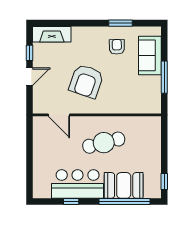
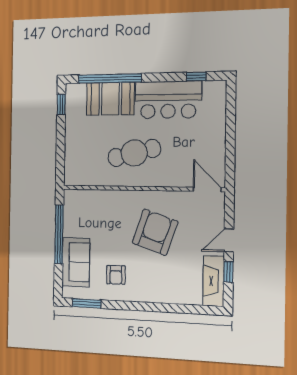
window: (120, 23) -> (87, 303), moved
fireplace: (52, 34) -> (214, 281), moved, turned -90
window: (164, 77) -> (59, 234), width x1.46
door: (59, 115) -> (207, 190), moved
window: (71, 202) -> (196, 76), moved

